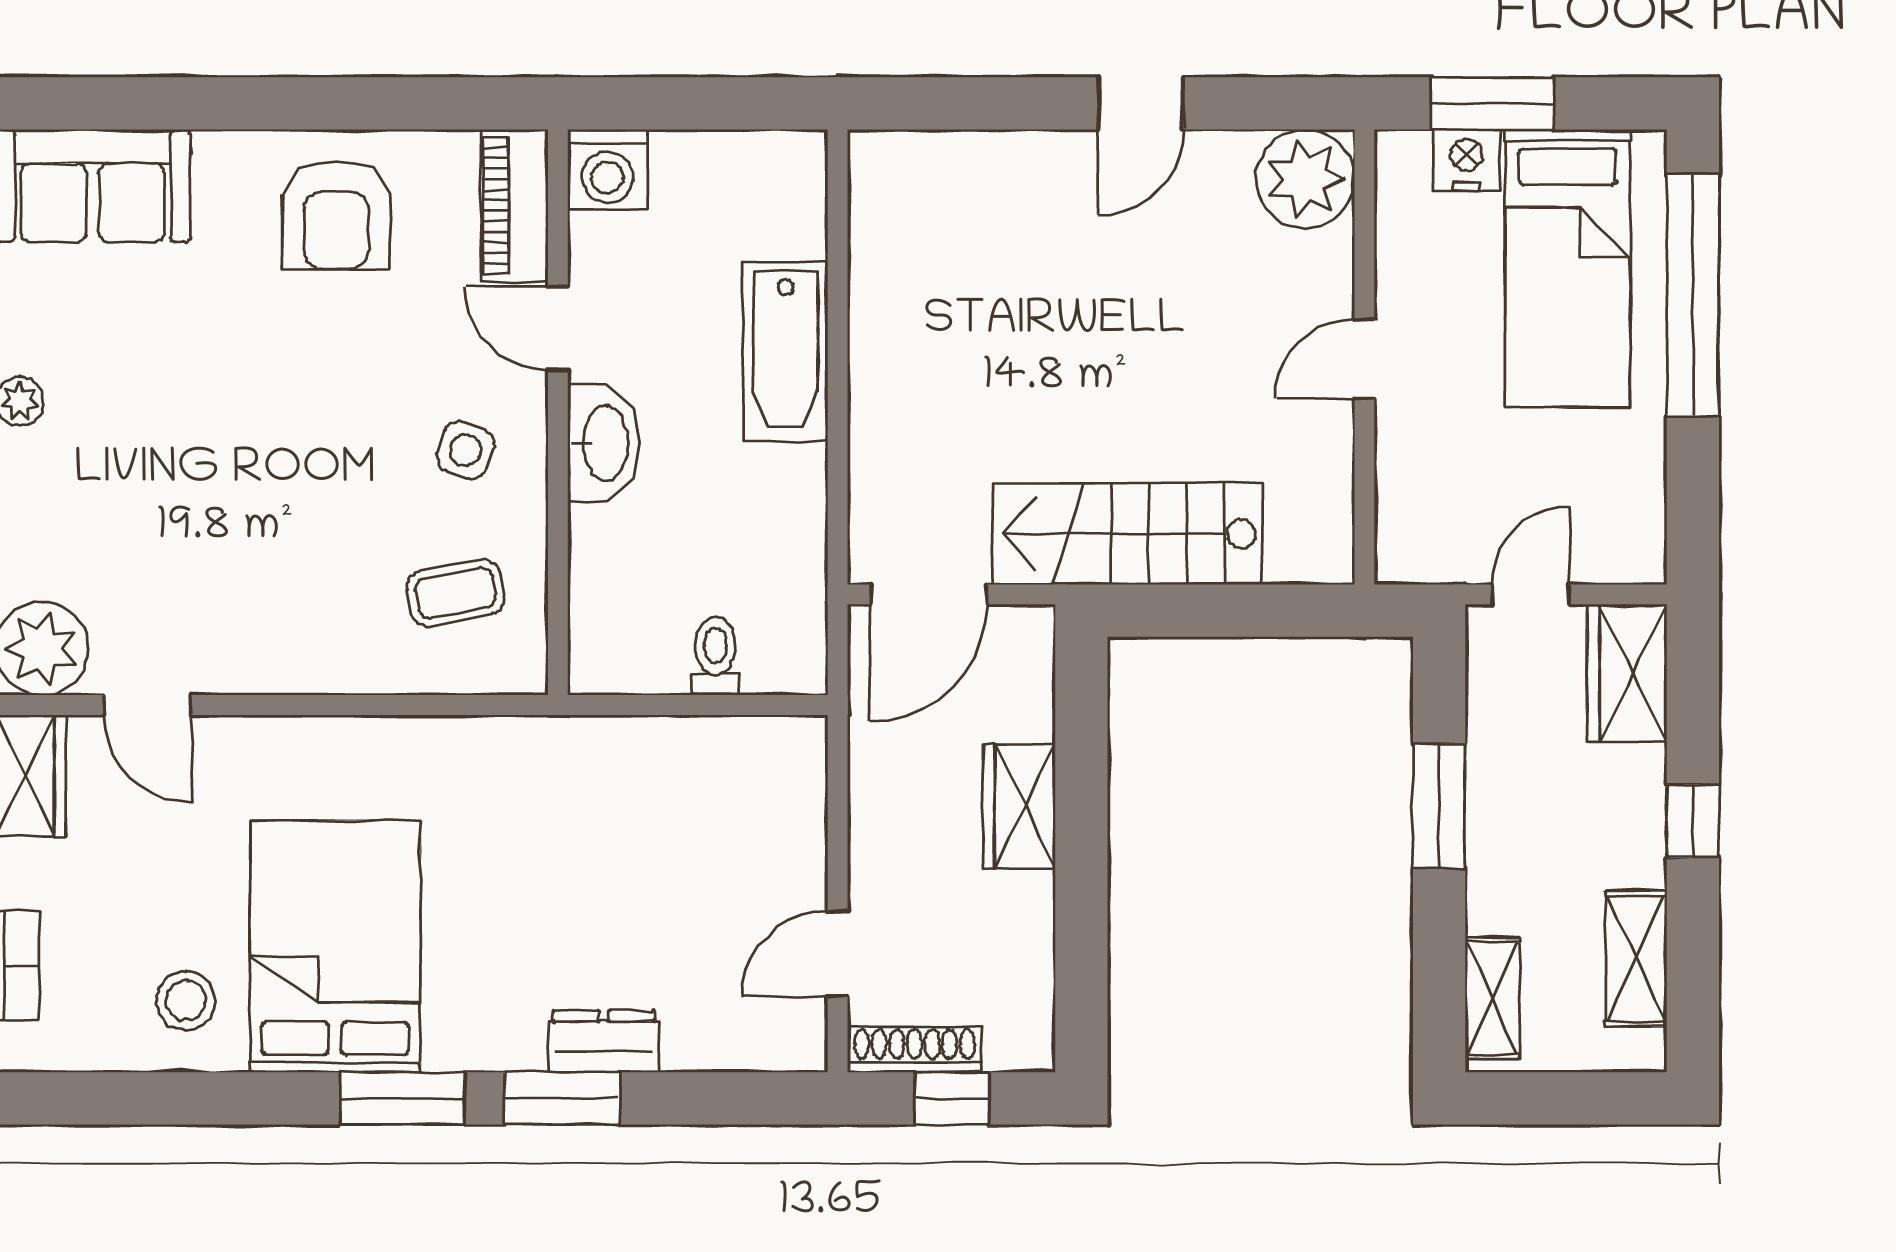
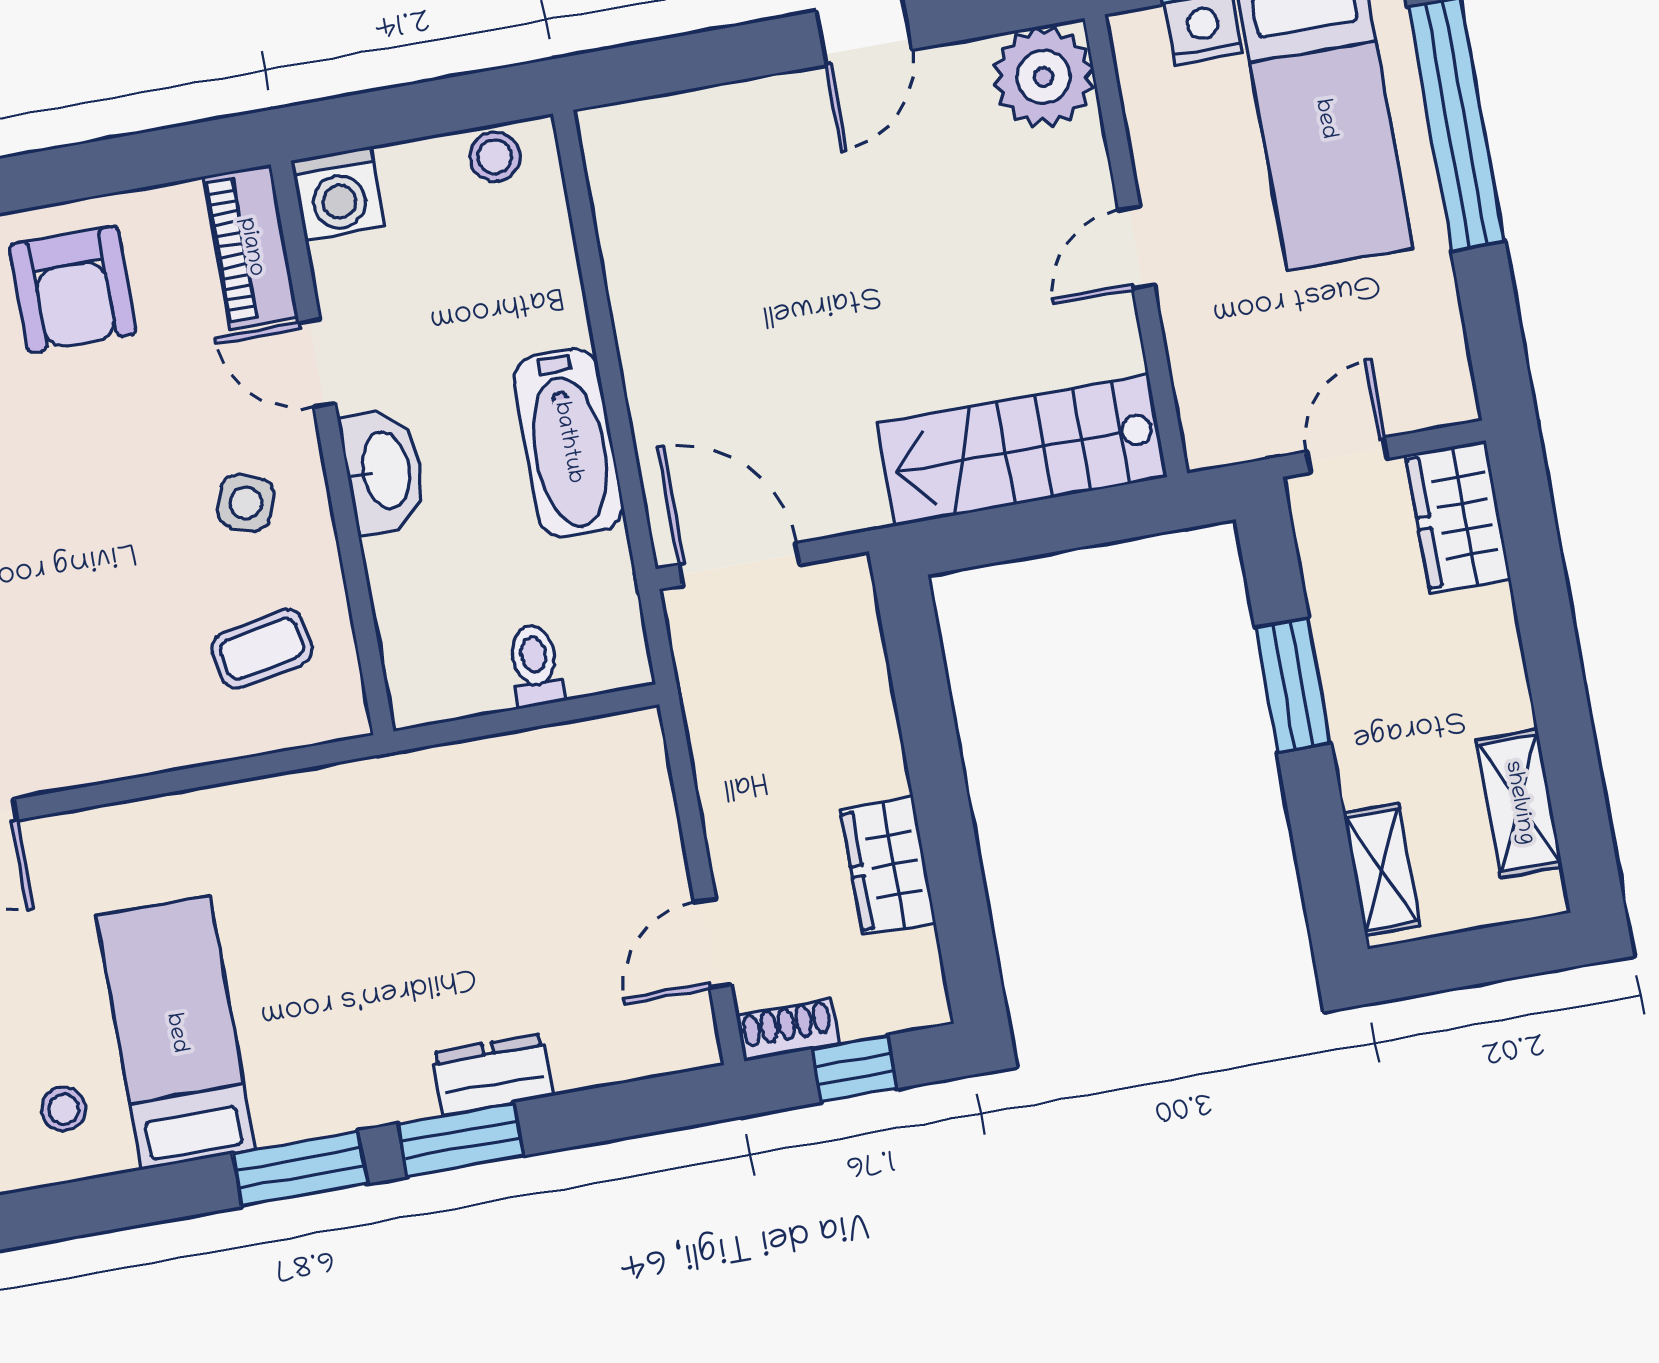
stool: (764, 161) -> (495, 157), added
bathtub: (786, 352) -> (568, 443), moved
stairs: (1128, 534) -> (1022, 450), moved
door: (929, 594) -> (739, 564), swing flipped
wardrobe: (1019, 806) -> (888, 866), moved
window: (1693, 821) -> (1552, 654), removed
bed: (335, 947) -> (176, 1033), width x0.67
stool: (186, 1001) -> (64, 1109), width x0.73, depth x0.73
shoe rack: (914, 1050) -> (787, 1030), width x0.70

